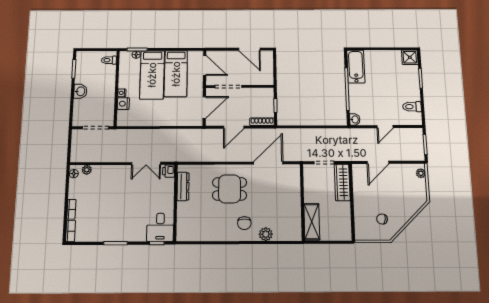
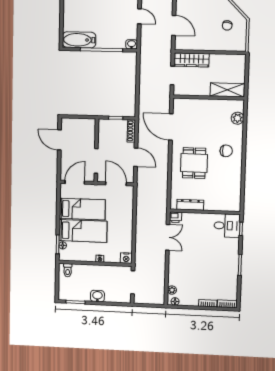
door: (249, 49) -> (59, 140), swing flipped
nightstand: (123, 104) -> (126, 258), moved
plant: (266, 234) -> (238, 118), moved

